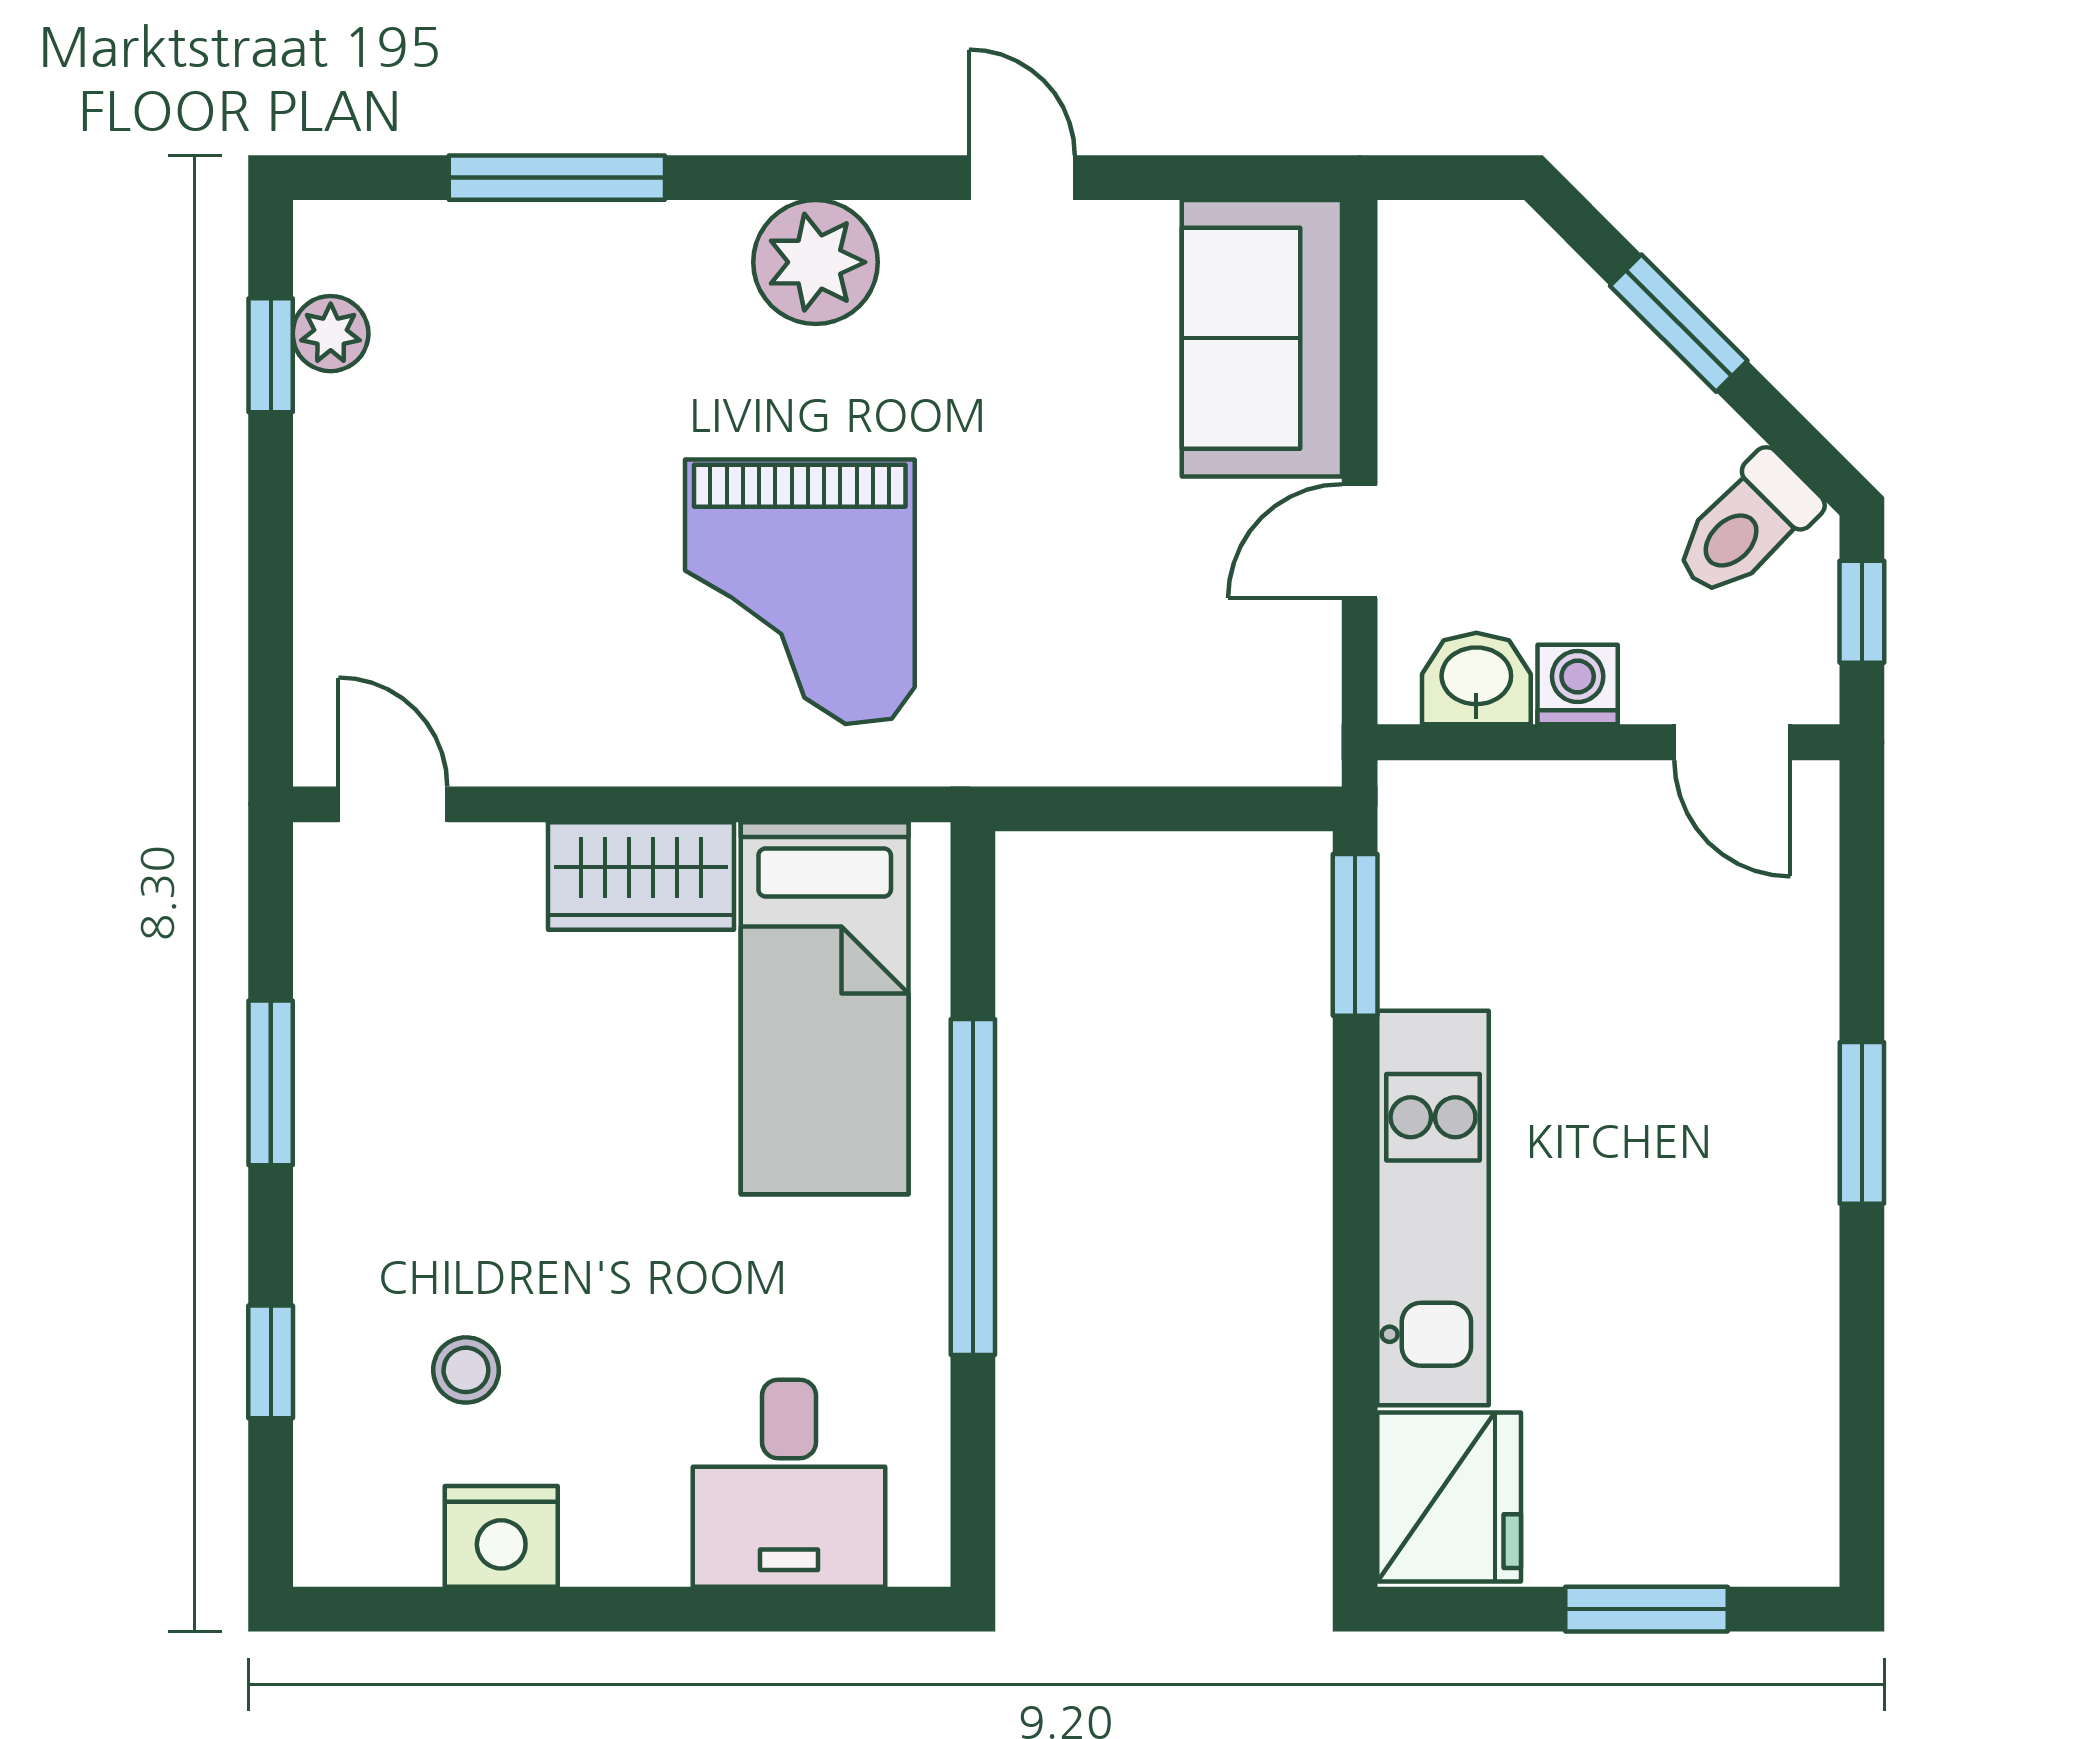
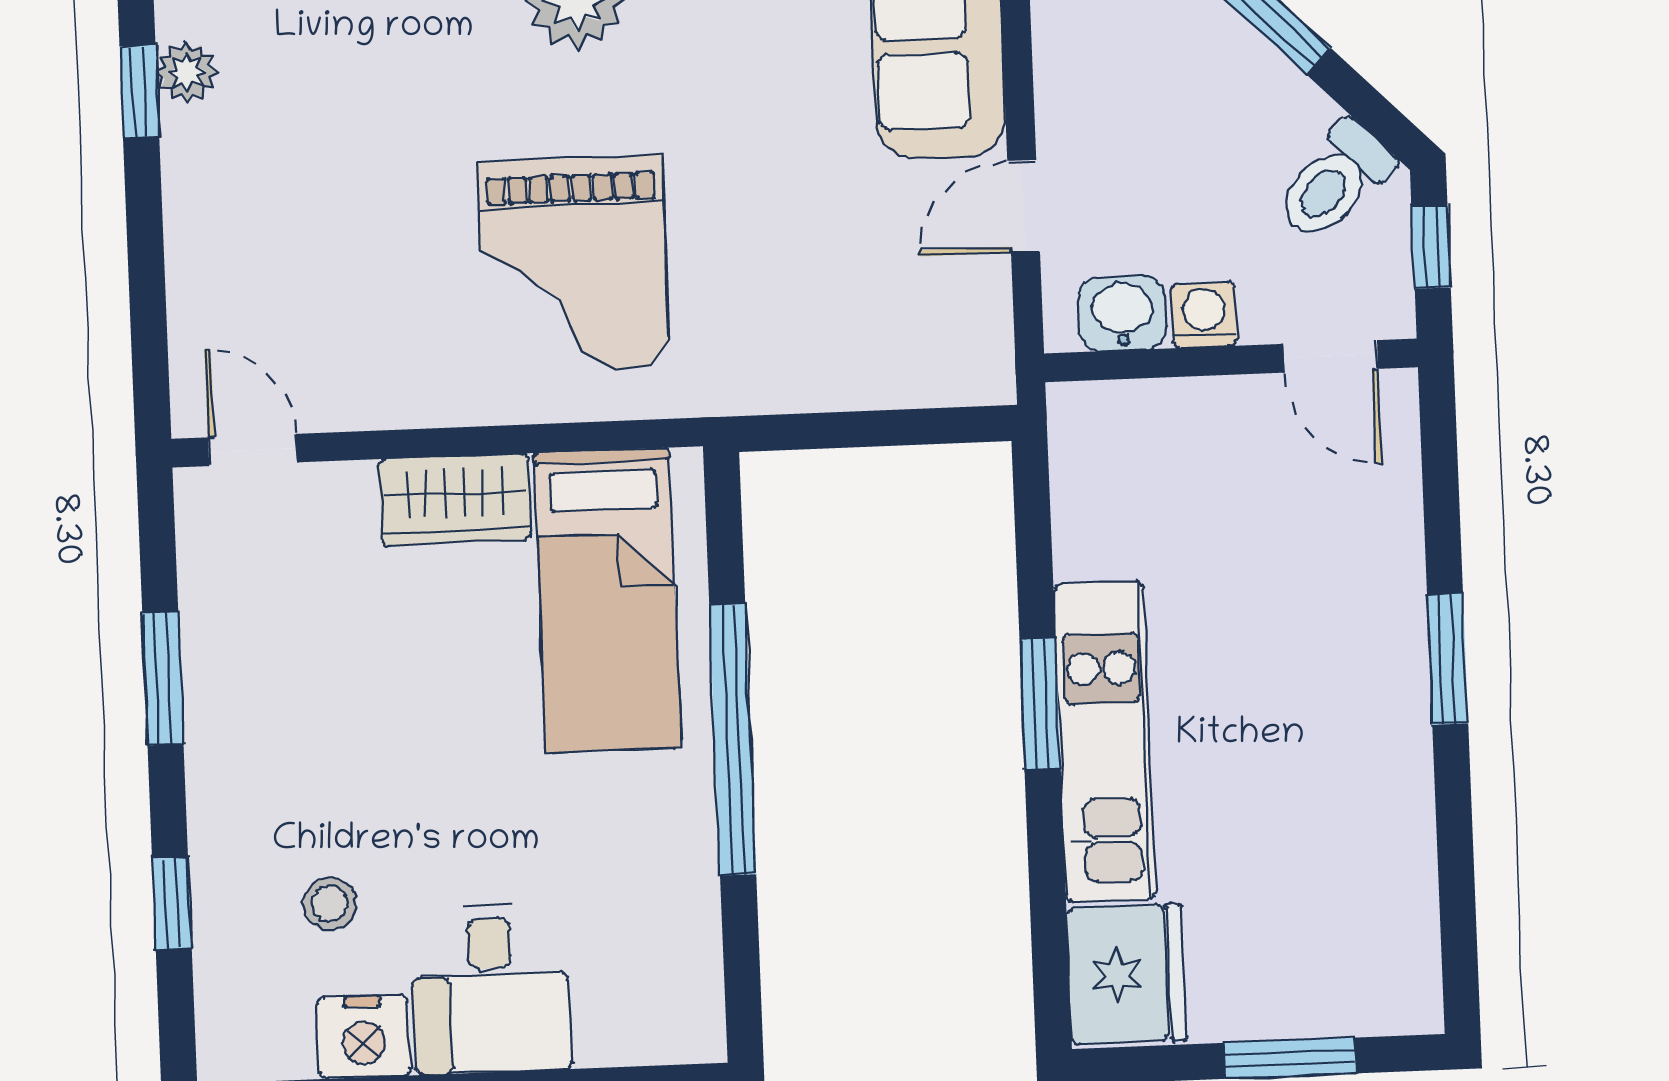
window: (1355, 935) -> (1040, 704), moved
desk: (789, 1483) -> (491, 989), moved

